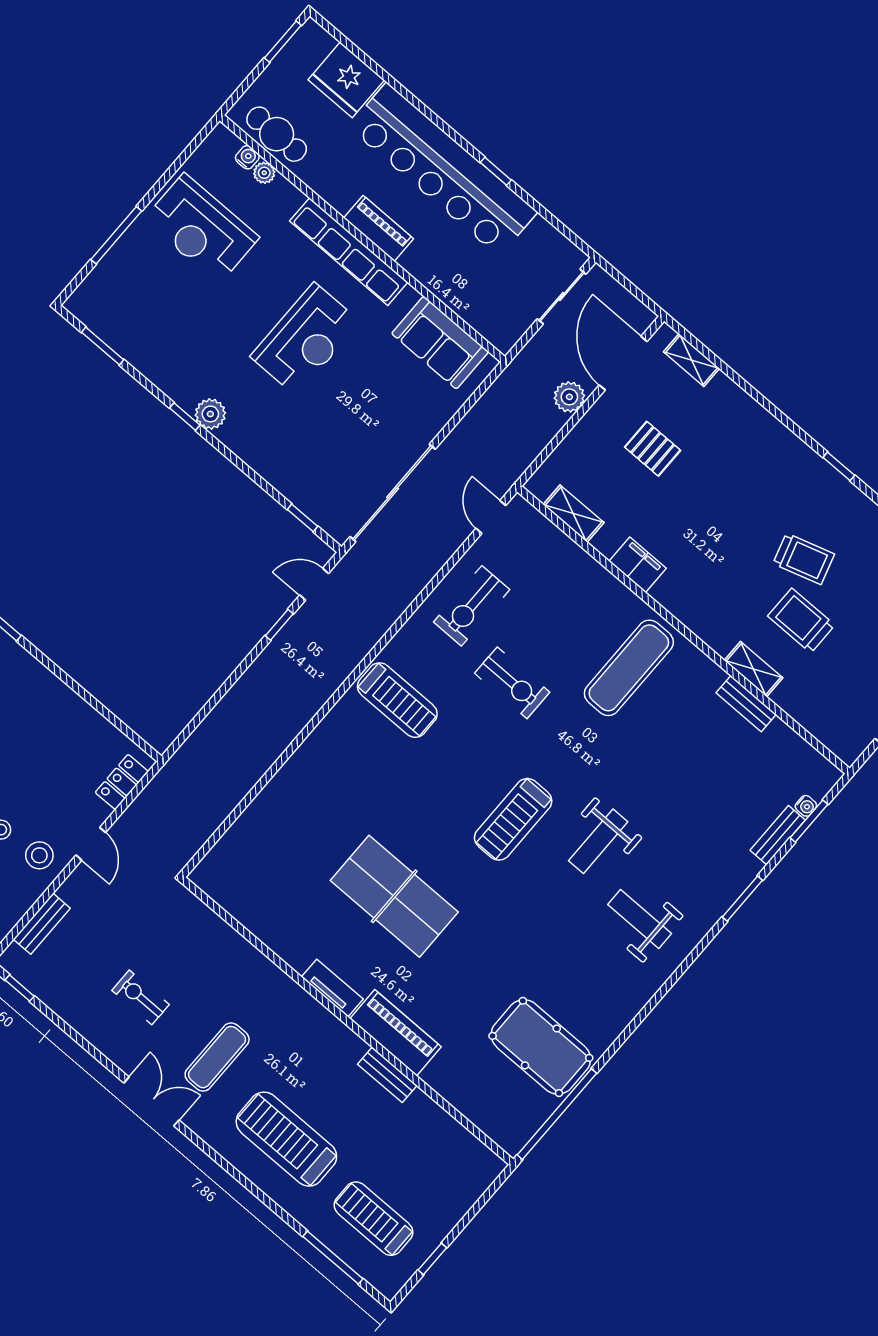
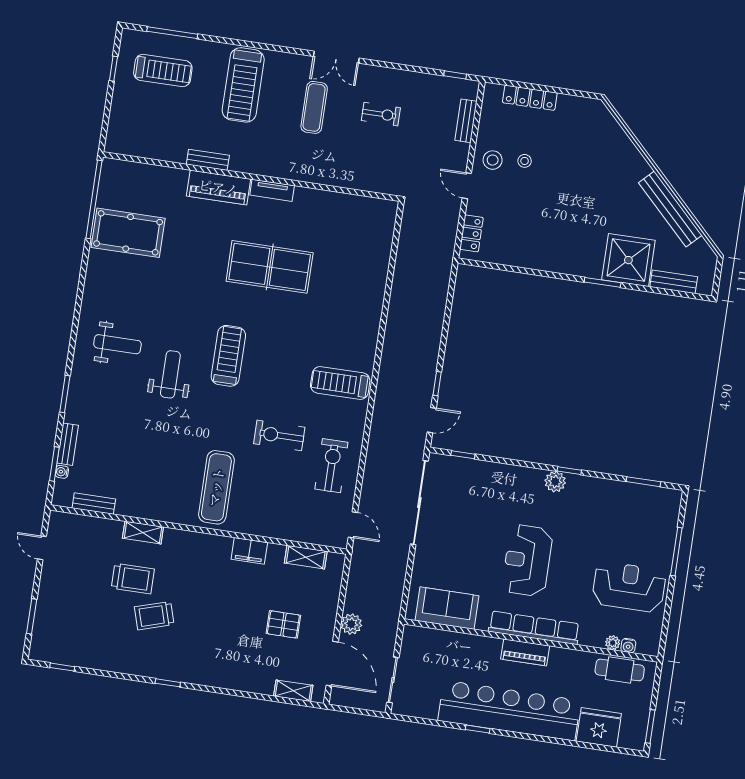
bench: (746, 704) -> (94, 504), moved
treadmill: (286, 1139) -> (243, 85), turned 90

